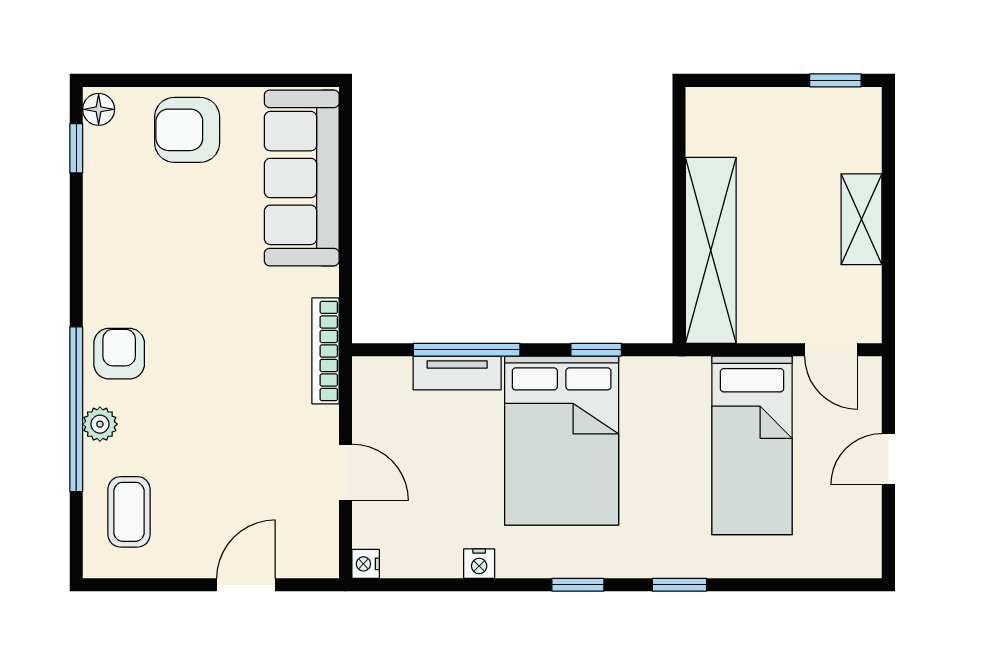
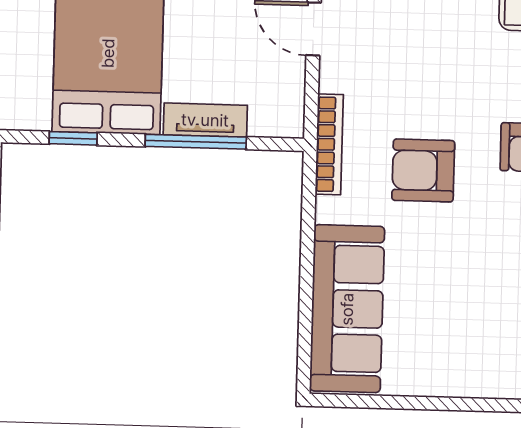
armchair: (187, 130) -> (423, 170), moved, turned 180

